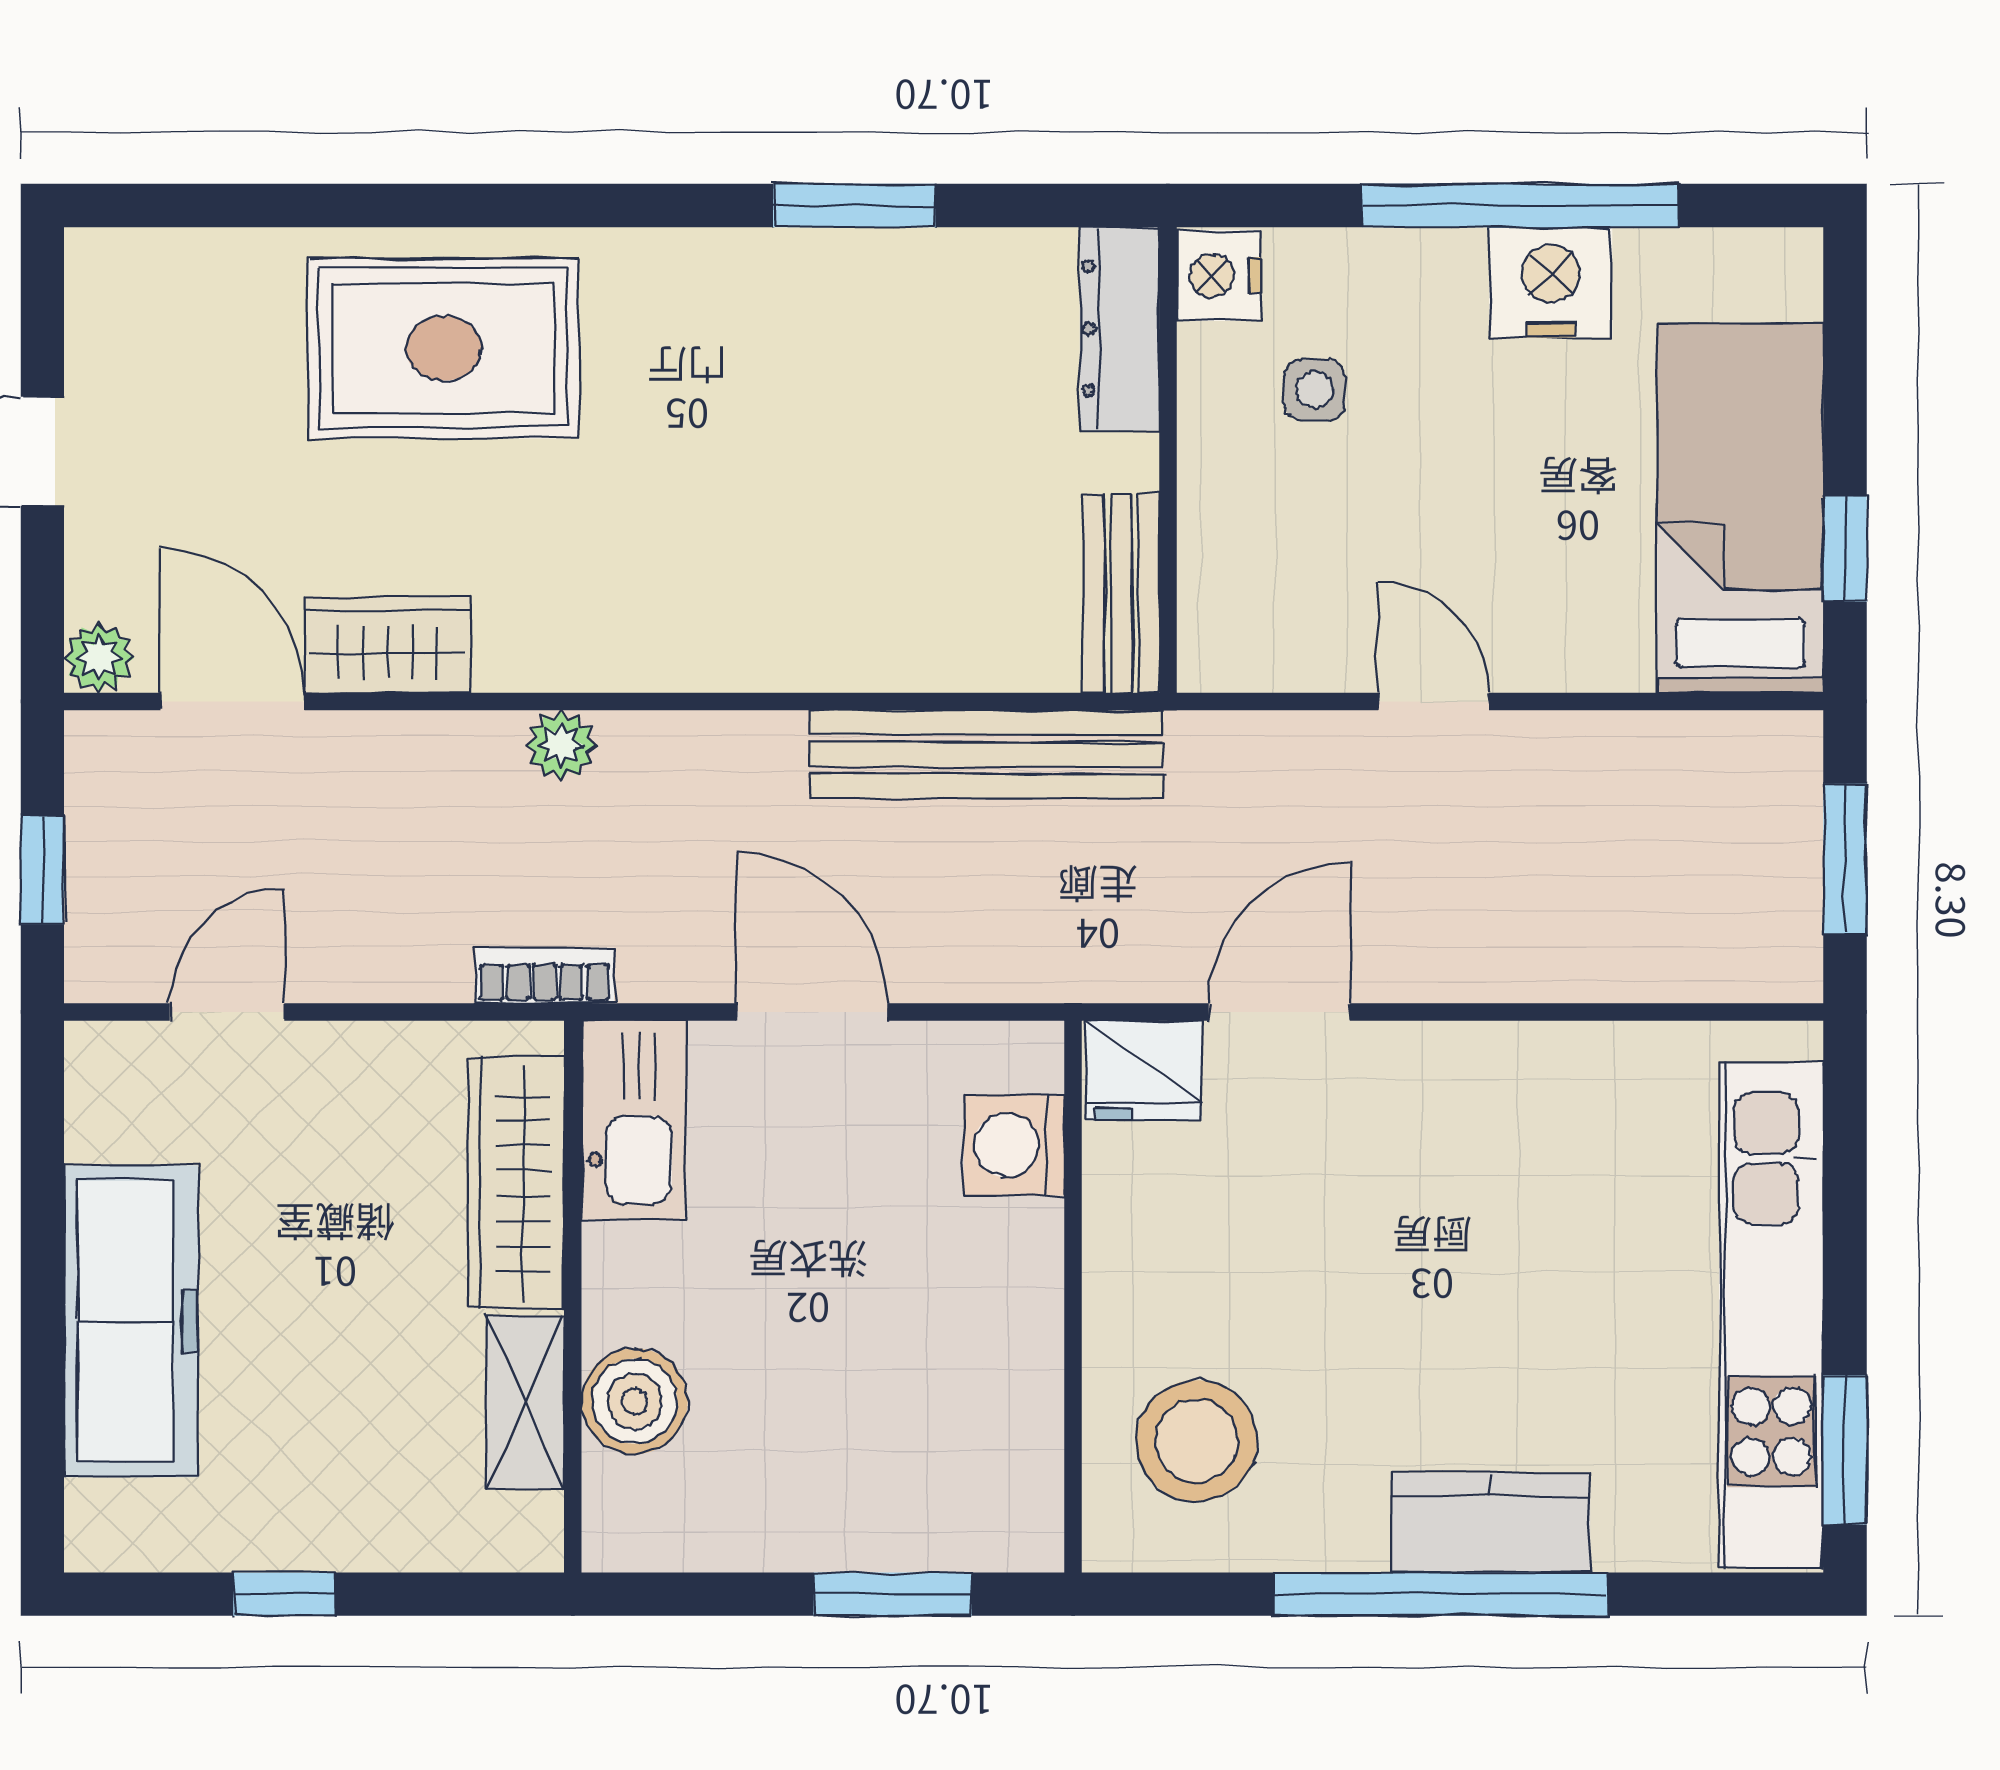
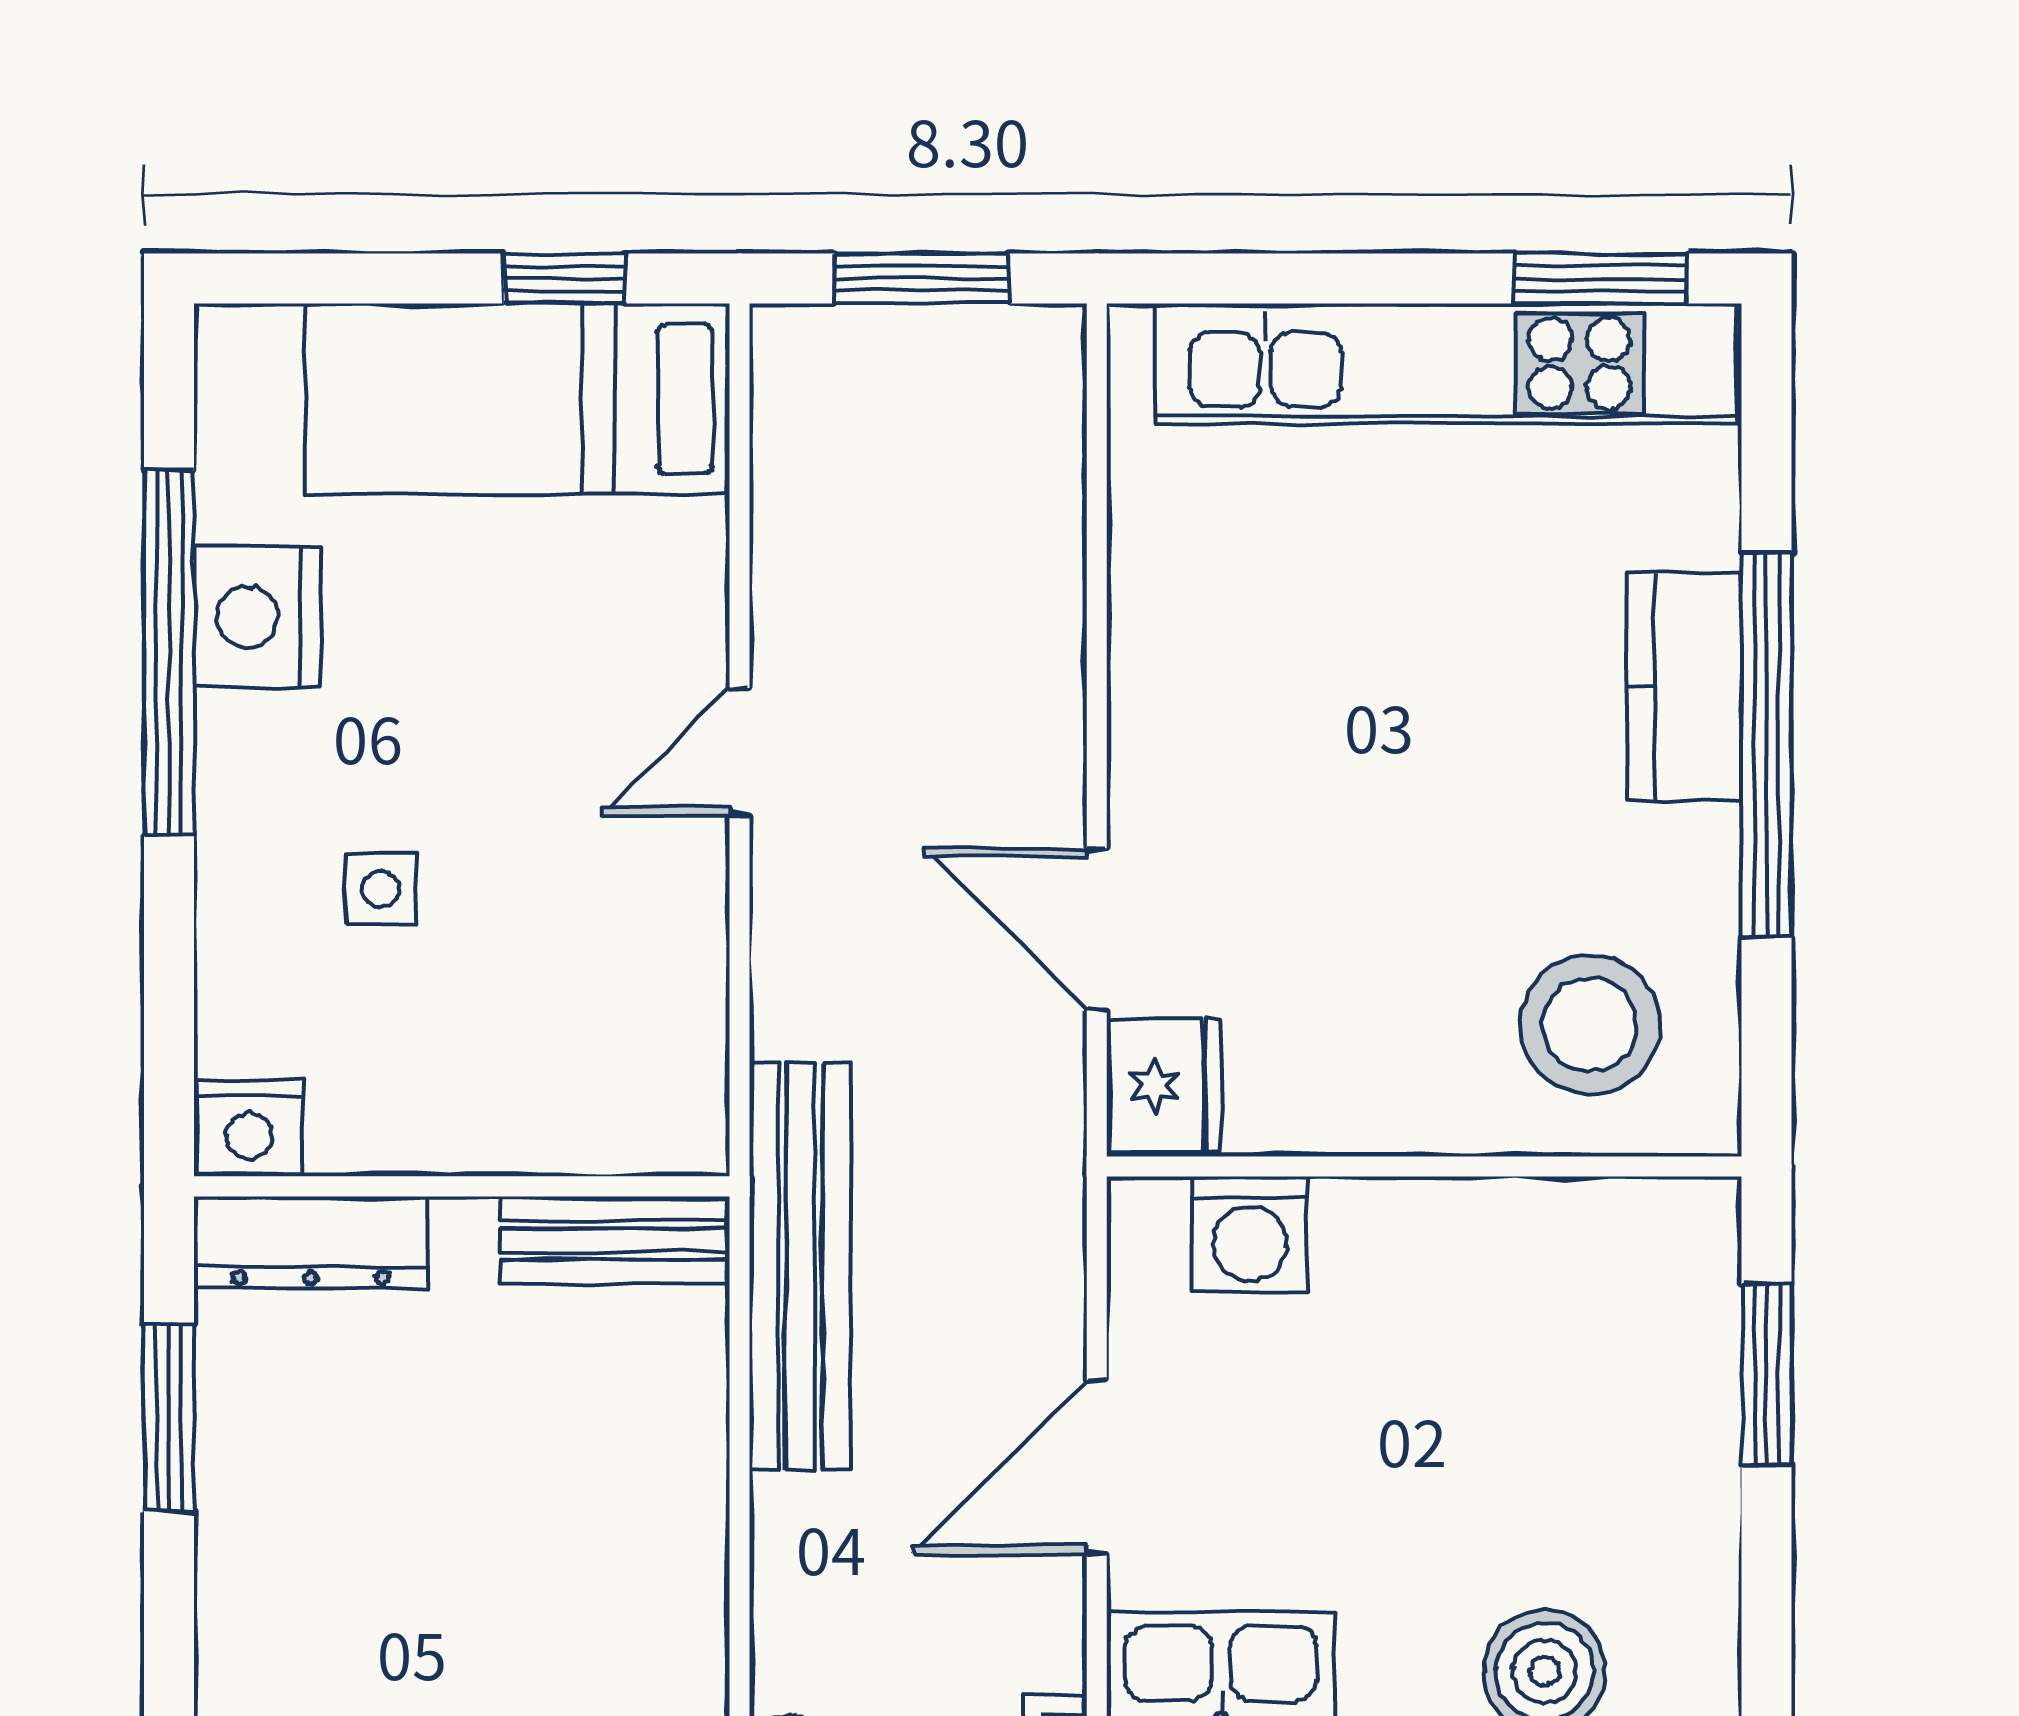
nightstand: (1218, 275) -> (249, 1128), moved
dresser: (1120, 329) -> (311, 1242), moved
wall: (1168, 460) -> (462, 1186), moved
bench: (1121, 593) -> (615, 1240), moved

